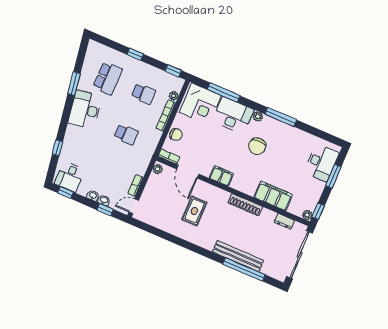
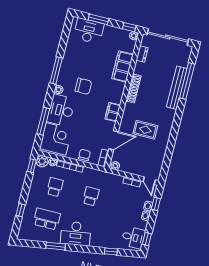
window: (135, 54) -> (21, 210), moved
plant: (176, 84) -> (42, 161), added

